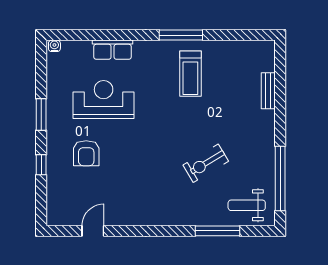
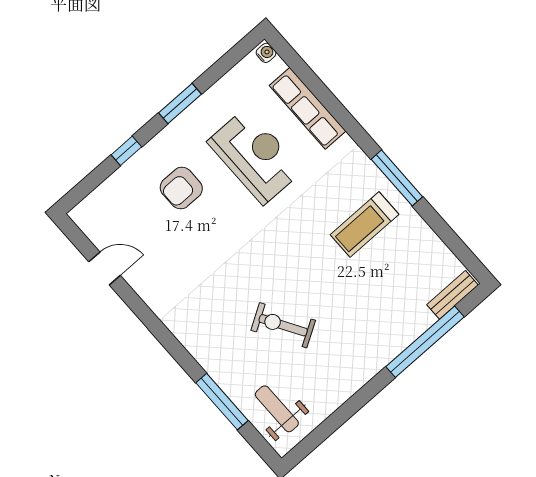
row of seats: (113, 50) -> (308, 108), width x1.48
bench: (268, 91) -> (452, 295), moved
window: (280, 178) -> (425, 342), moved

